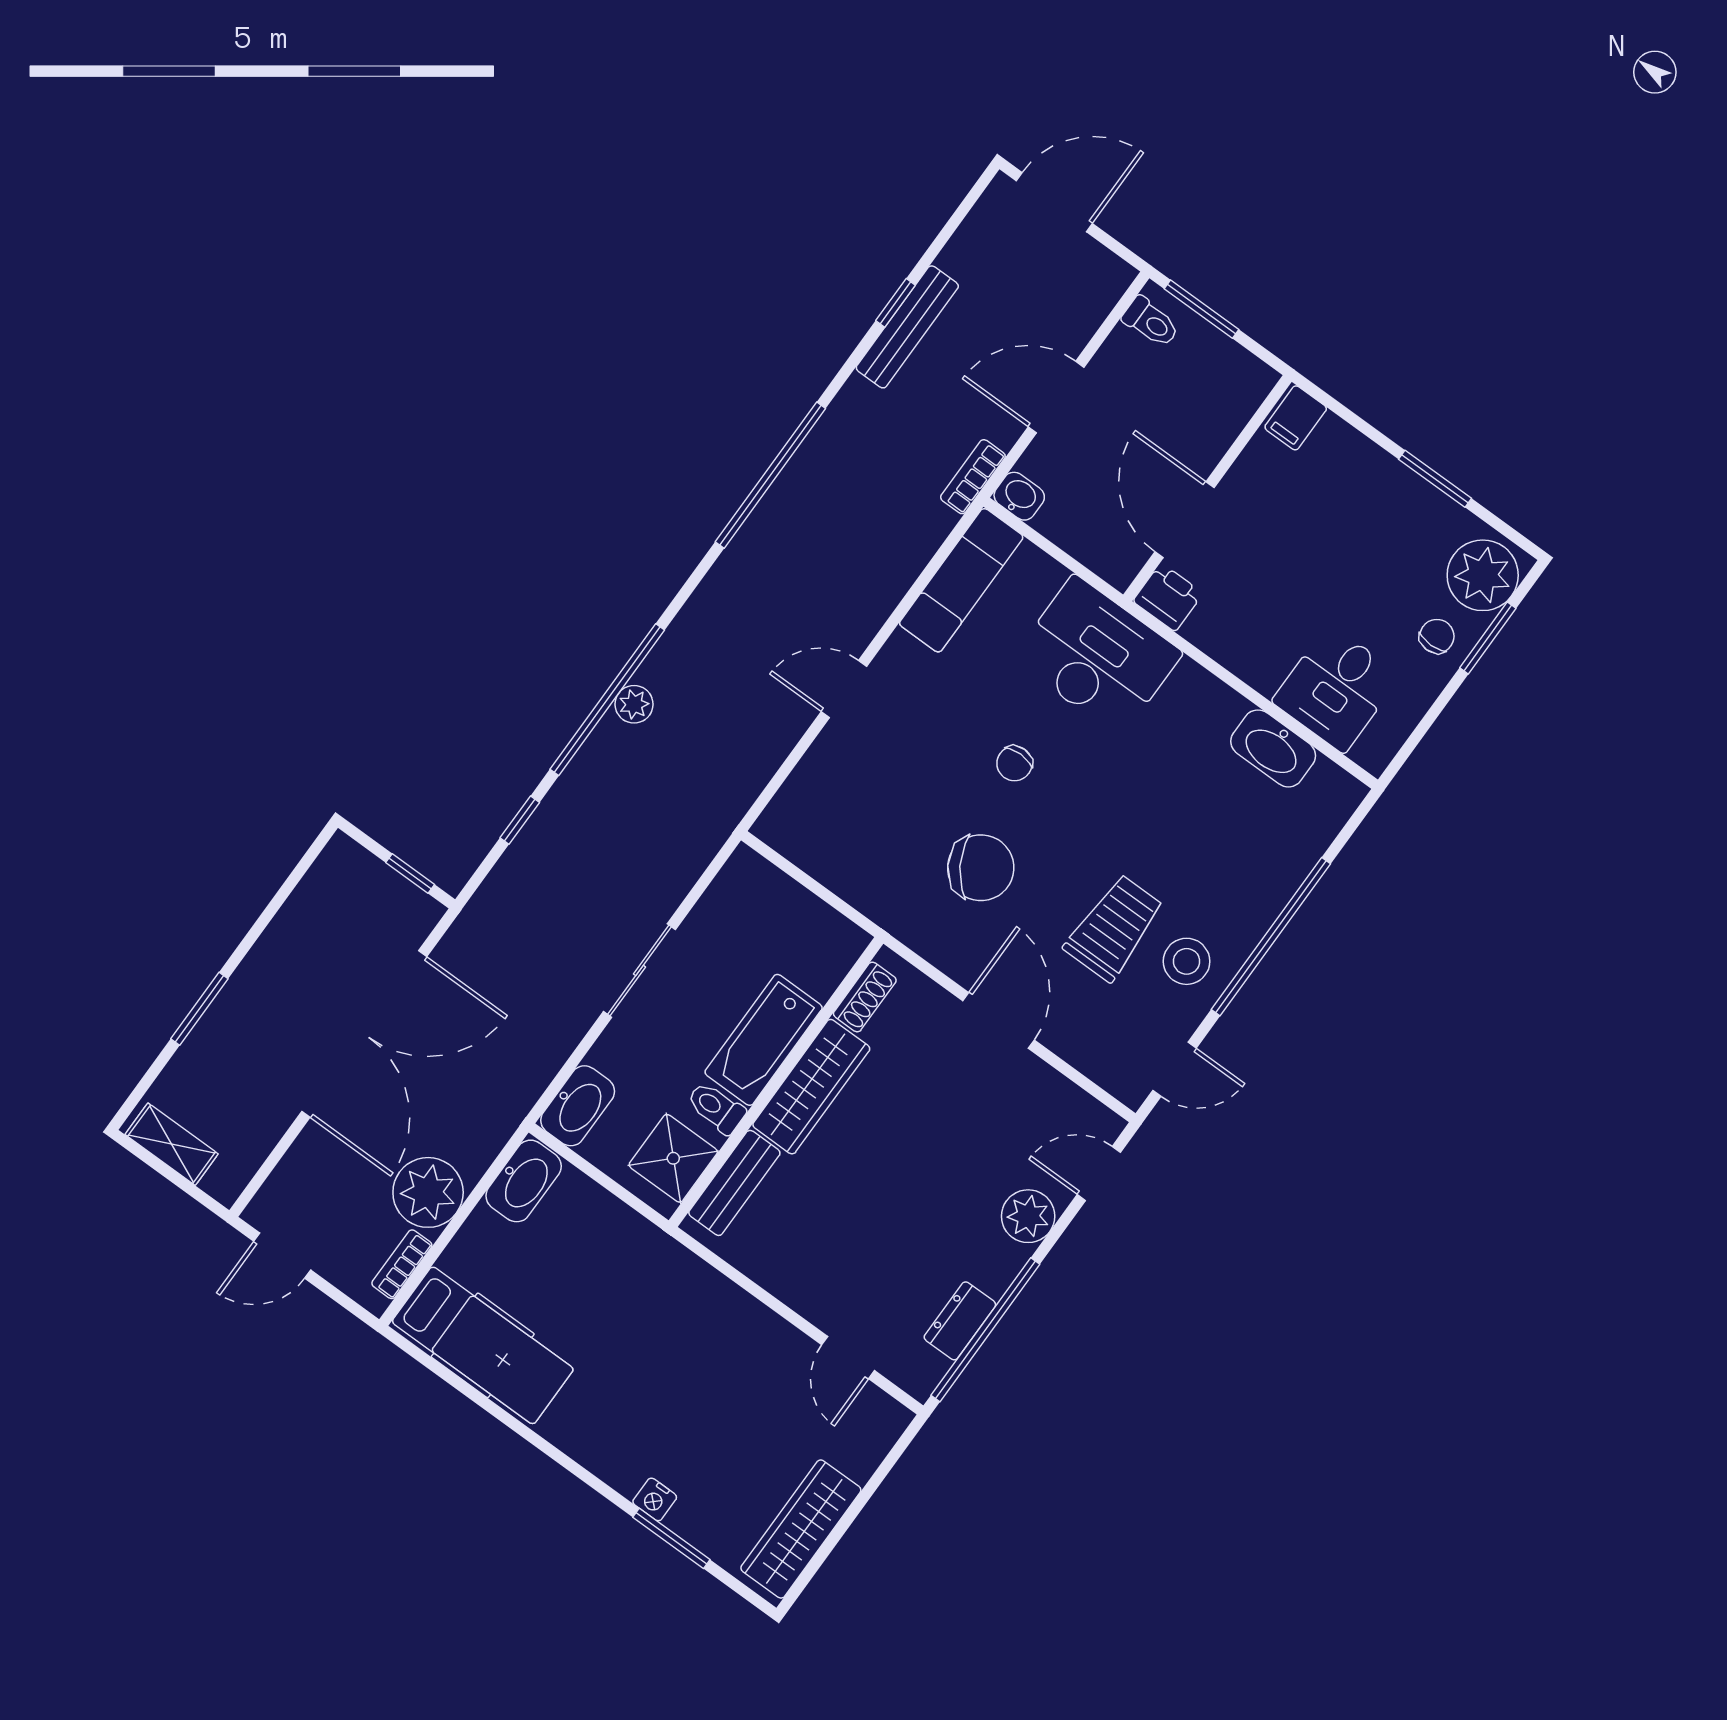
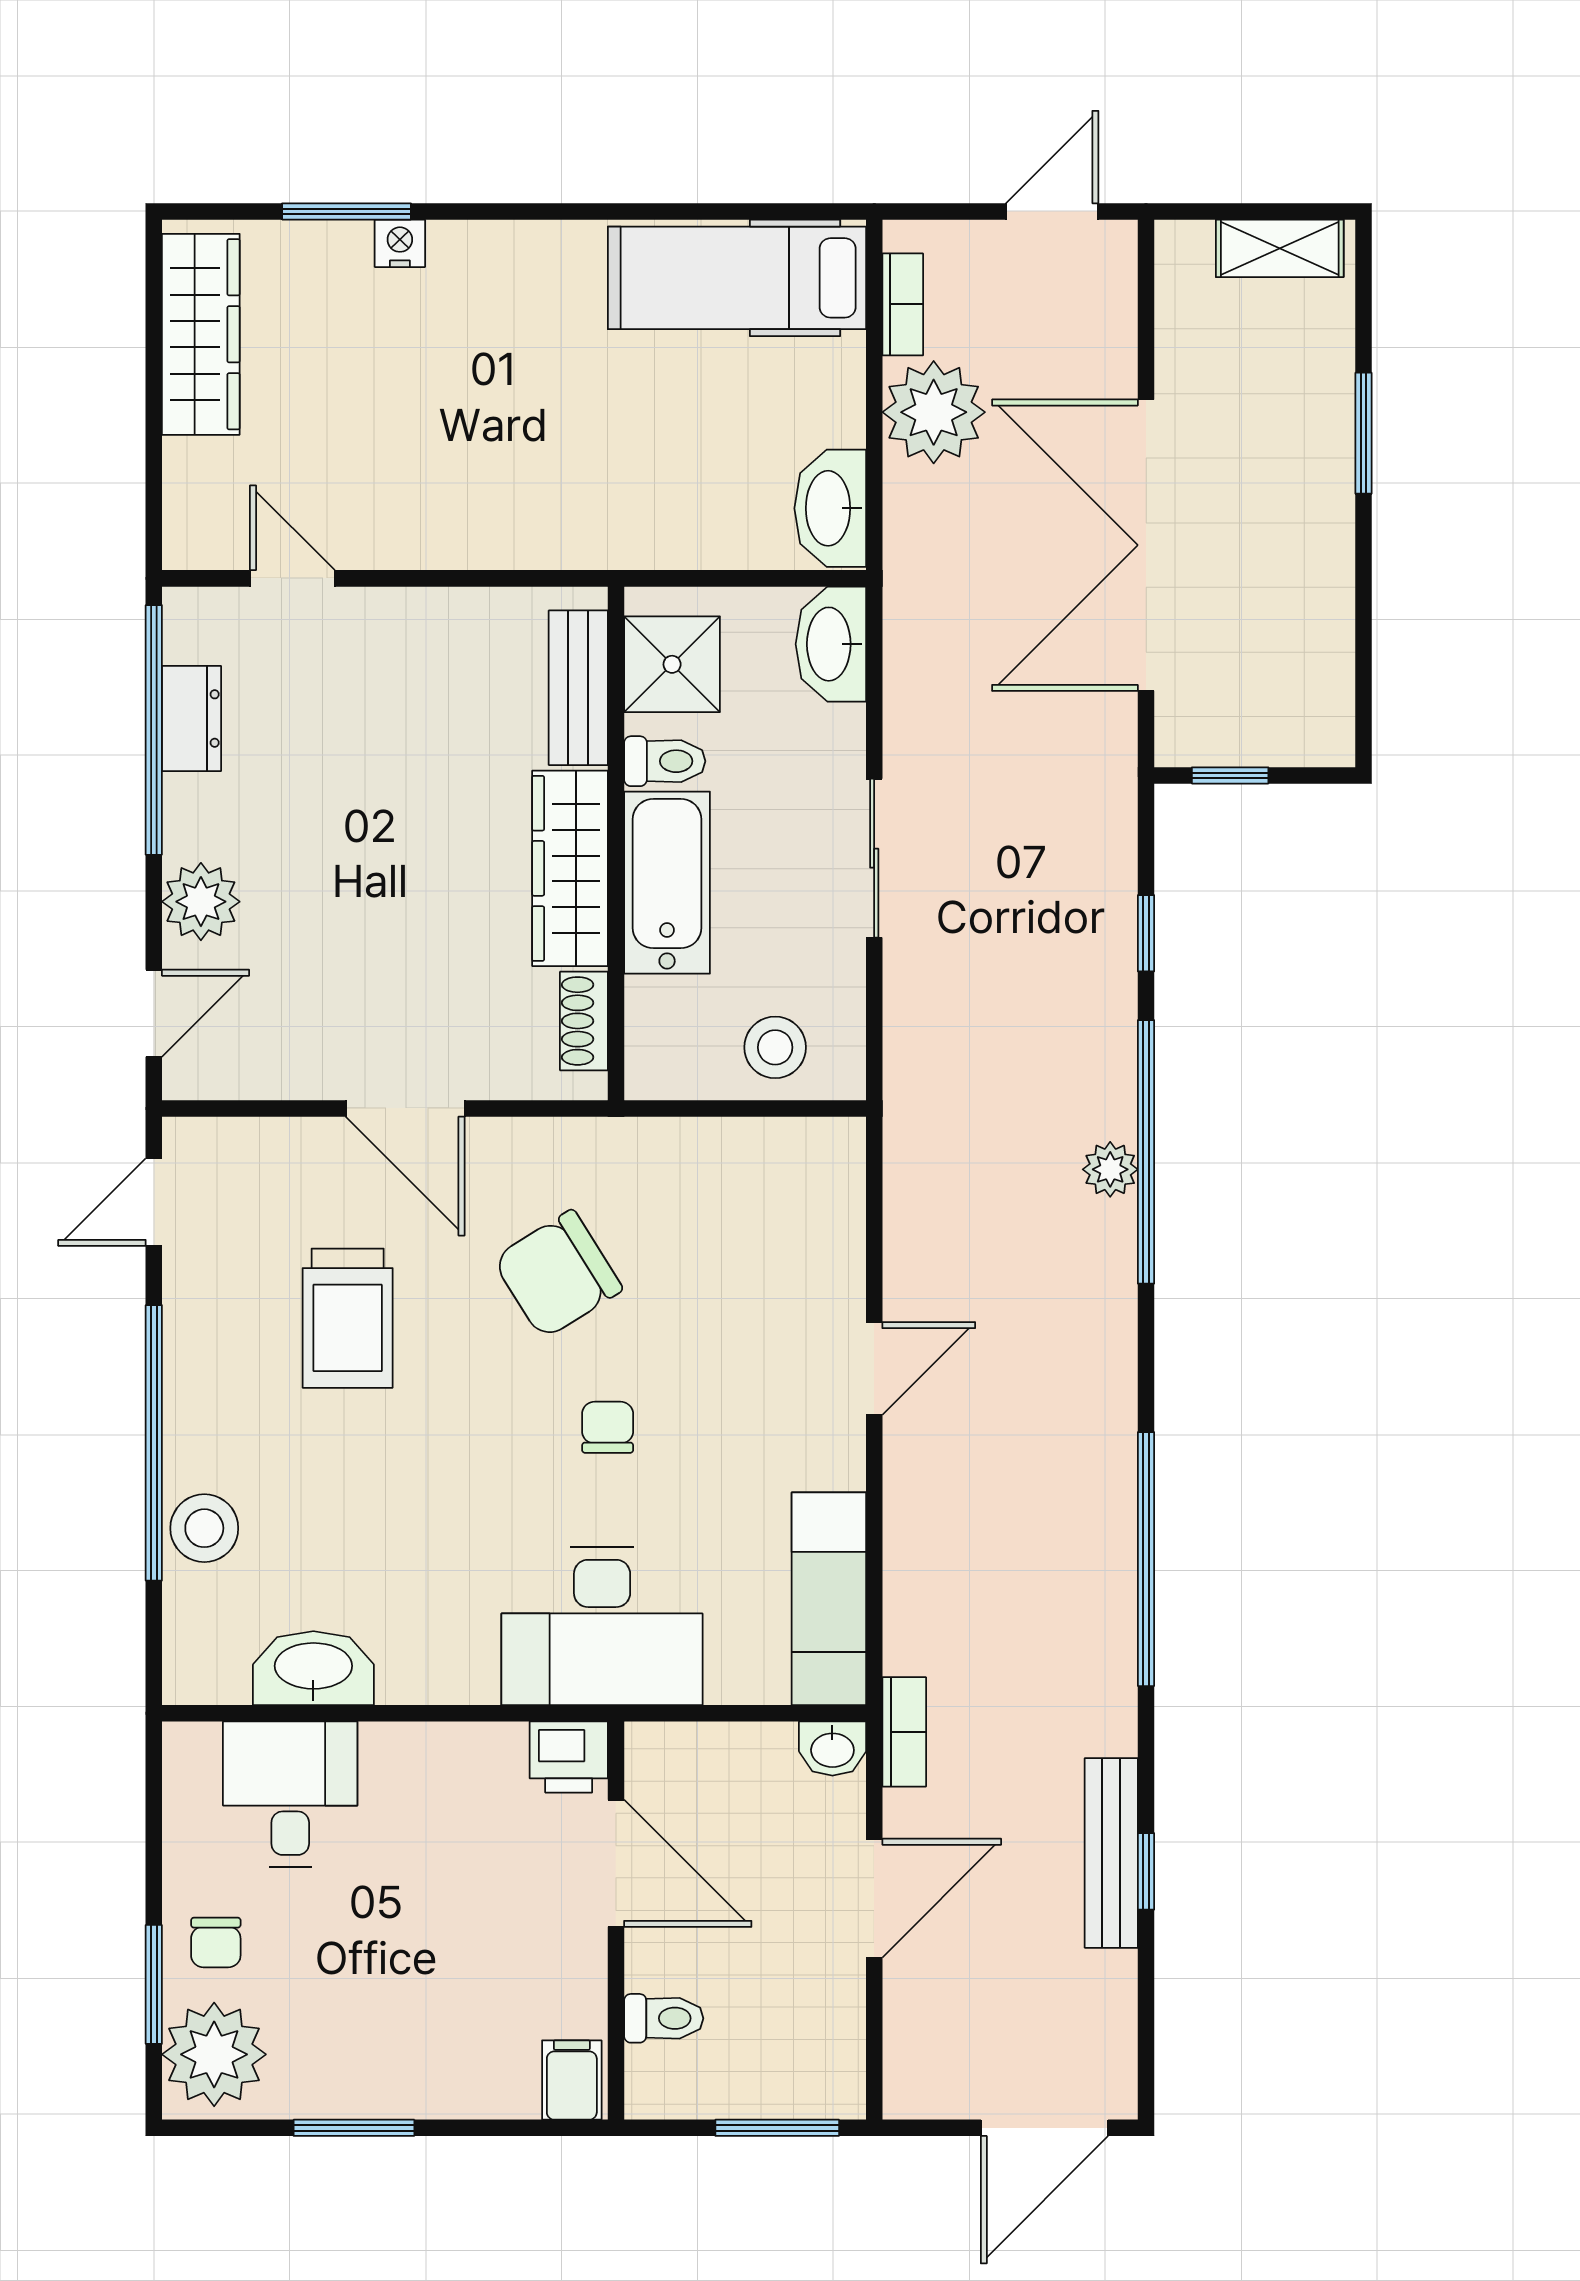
toilet: (1151, 322) -> (664, 2018), moved, turned 180
stool: (770, 906) -> (775, 1047), added
stool: (1187, 961) -> (204, 1528), moved

